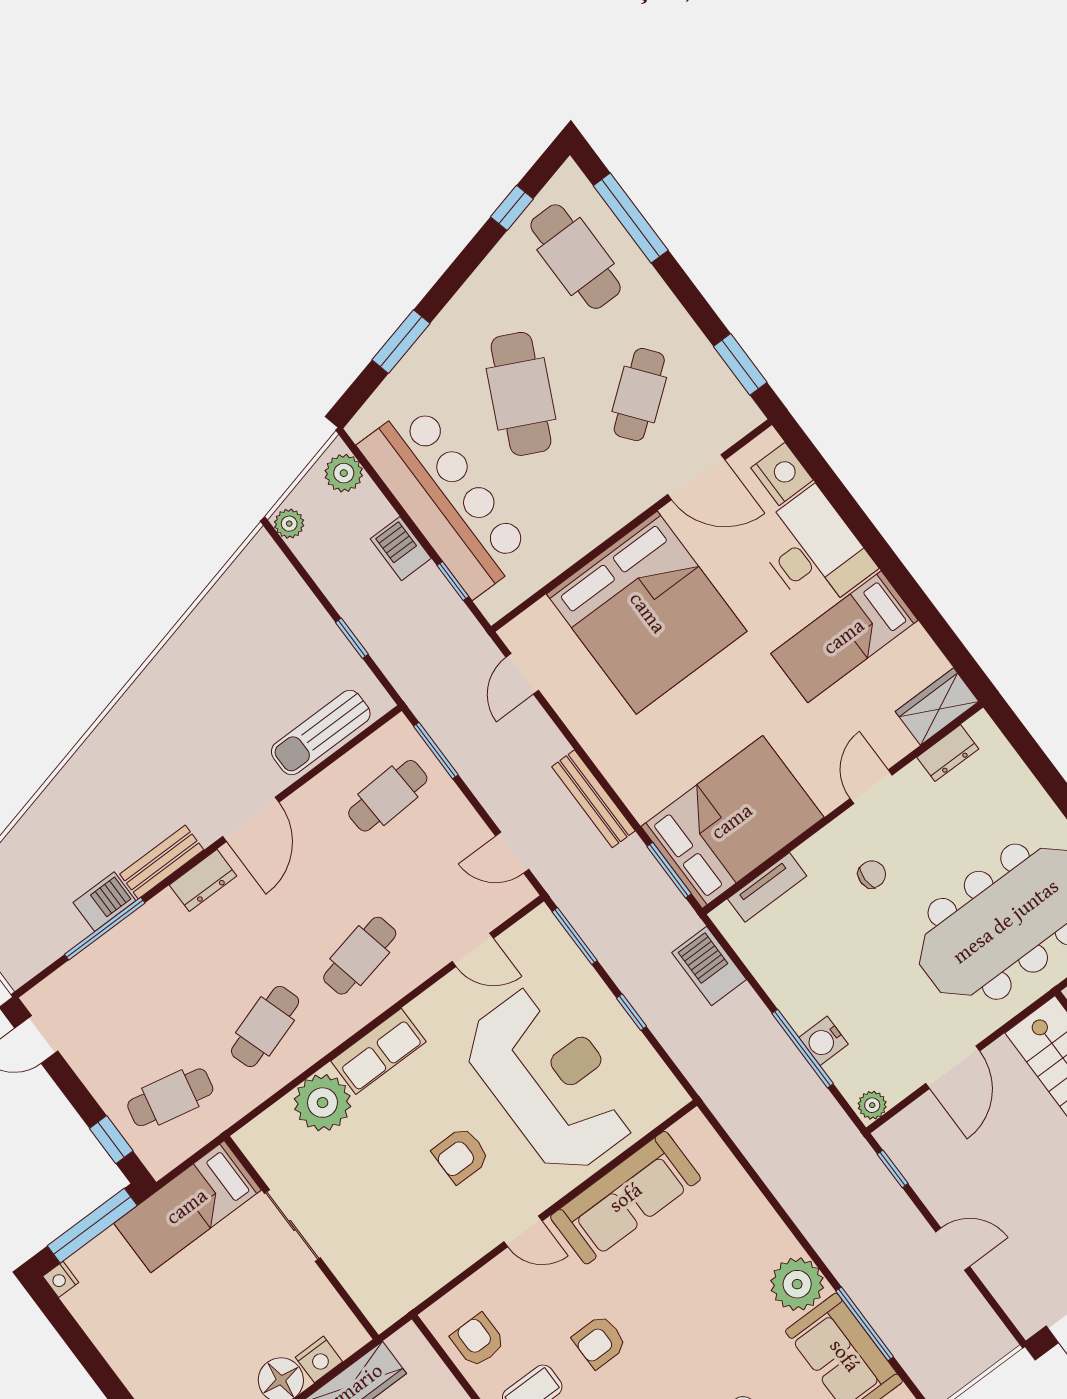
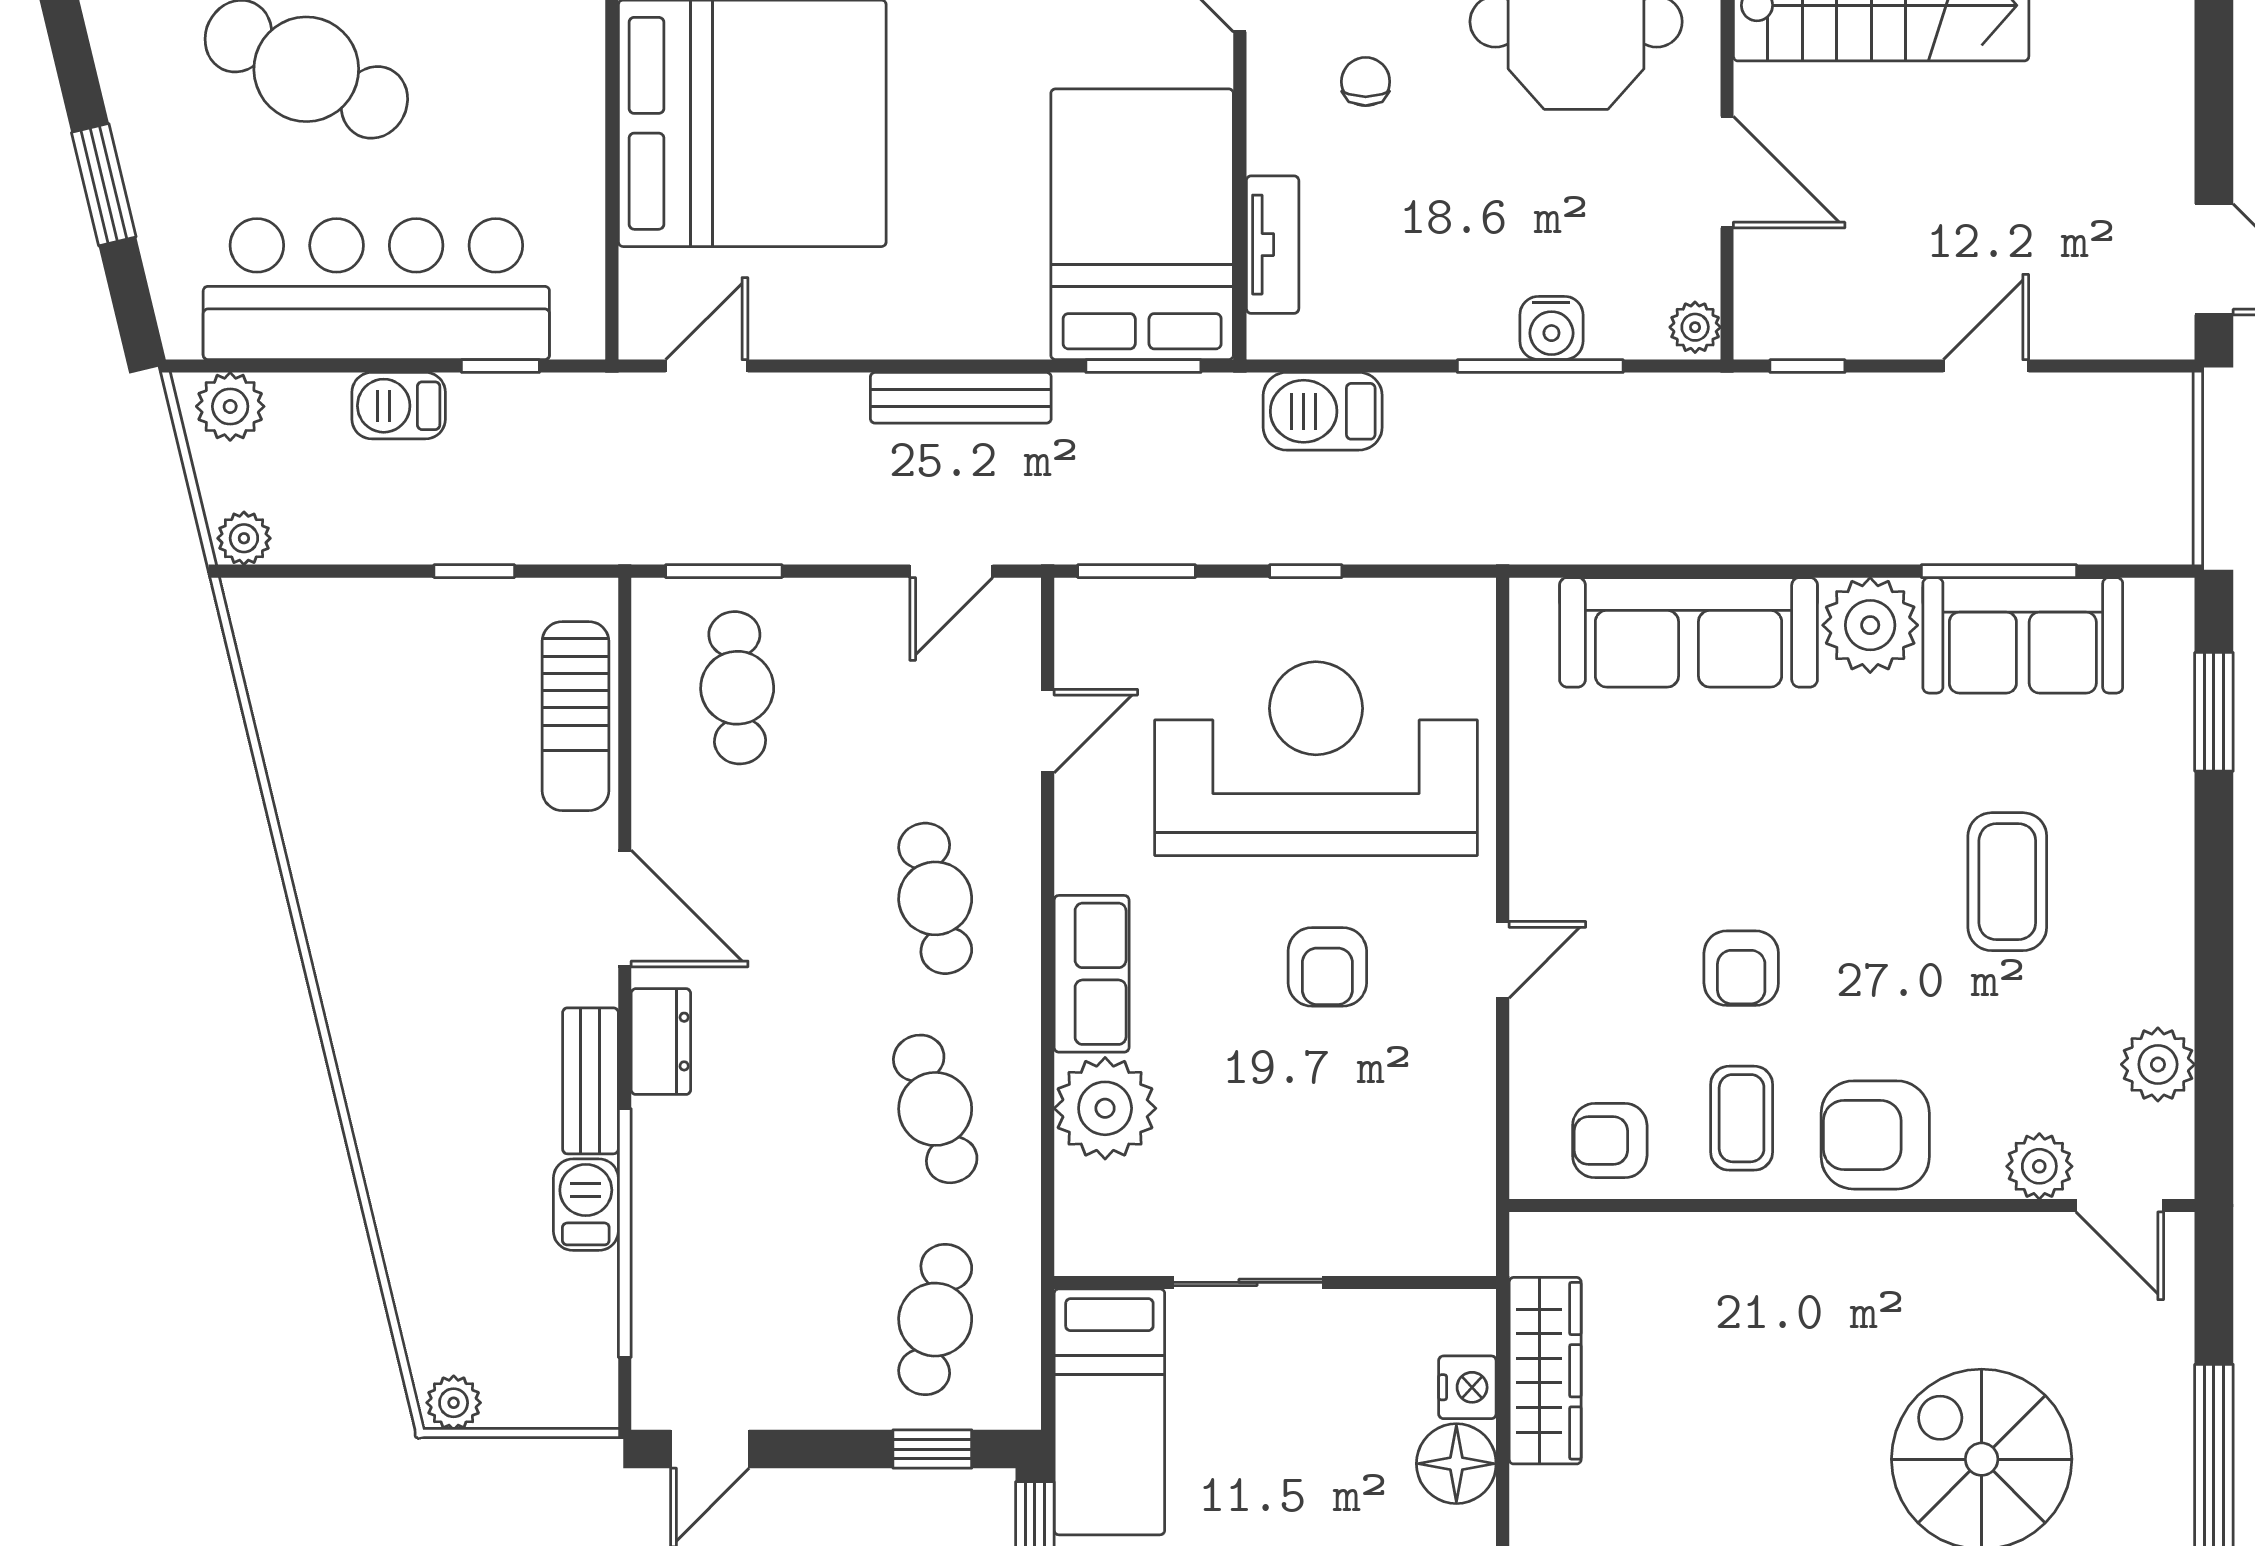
door: (522, 674) -> (707, 366), swing flipped
window: (105, 929) -> (625, 1233), width x1.46
sofa: (626, 1198) -> (1689, 632), moved, turned 90

